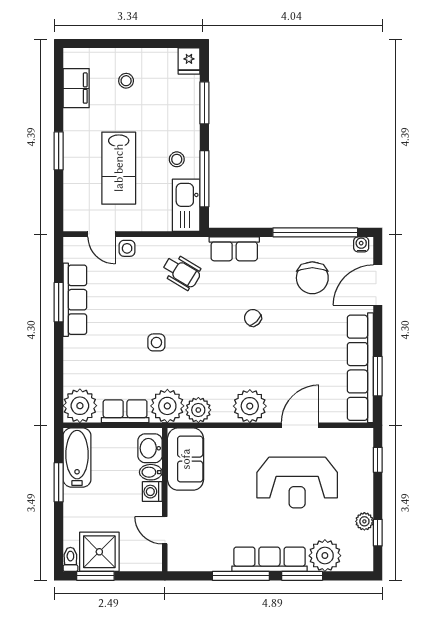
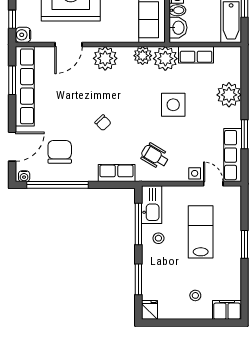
filing cabinet: (76, 88) -> (227, 310), moved, turned 90
row of seats: (75, 300) -> (233, 155), moved
side table: (156, 342) -> (173, 105), width x1.87, depth x1.87
plant: (80, 406) -> (229, 95), moved
water cooler: (363, 438) -> (23, 35), added

